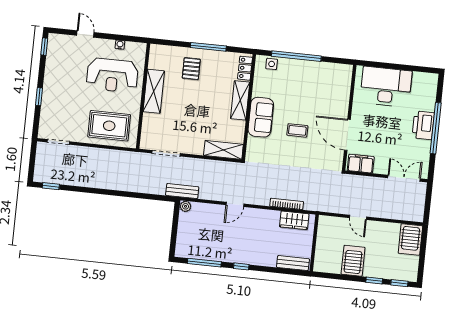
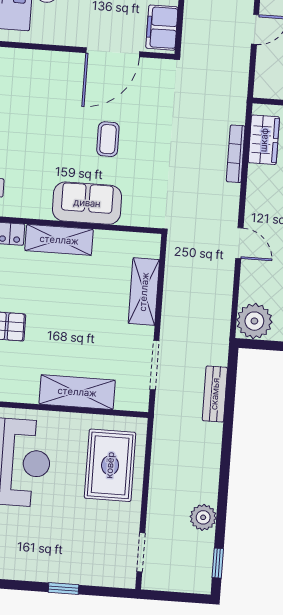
shelving: (154, 91) -> (77, 392), moved
shelving: (223, 150) -> (144, 292), moved
plant: (77, 179) -> (203, 517), added
bench: (182, 191) -> (215, 394), moved
plant: (186, 206) -> (254, 321), width x1.87, depth x1.87

